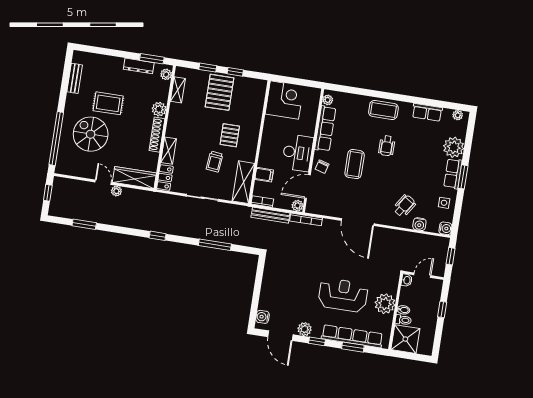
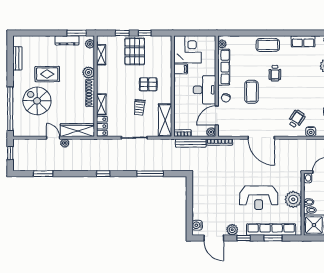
pallet: (230, 135) -> (148, 84), turned 90
filing cabinet: (264, 175) -> (181, 69), moved
reception desk: (343, 295) -> (259, 198), turned 180

